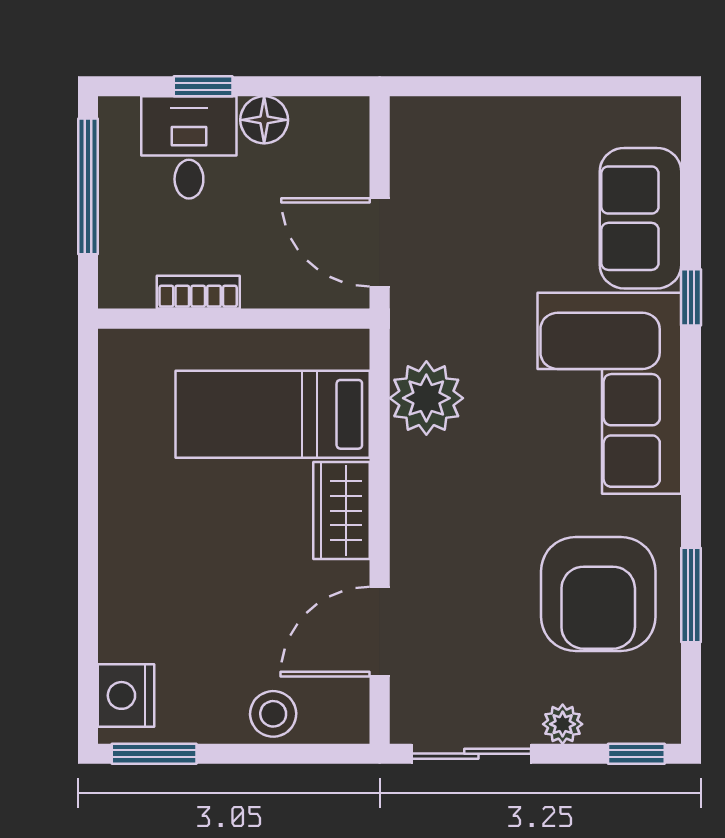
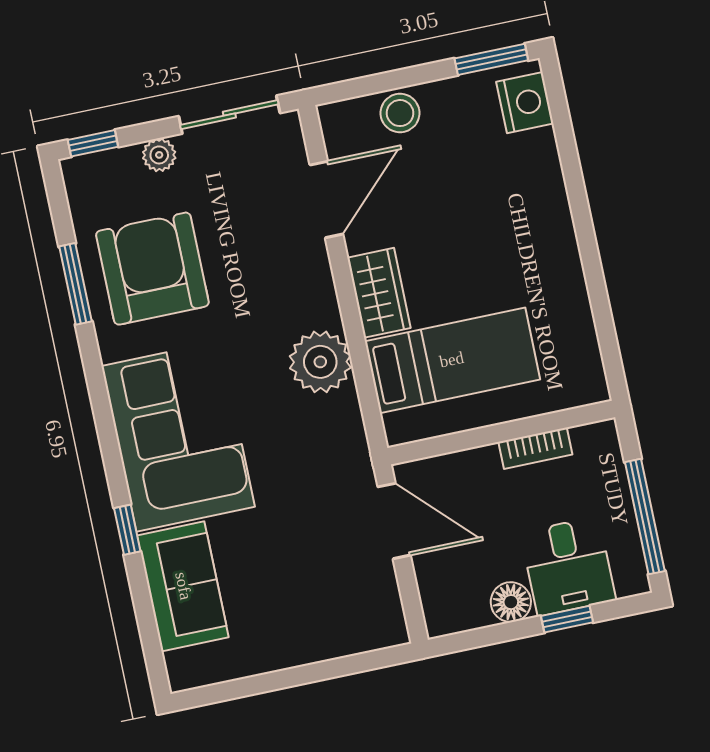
plant: (426, 398) -> (320, 362), moved

